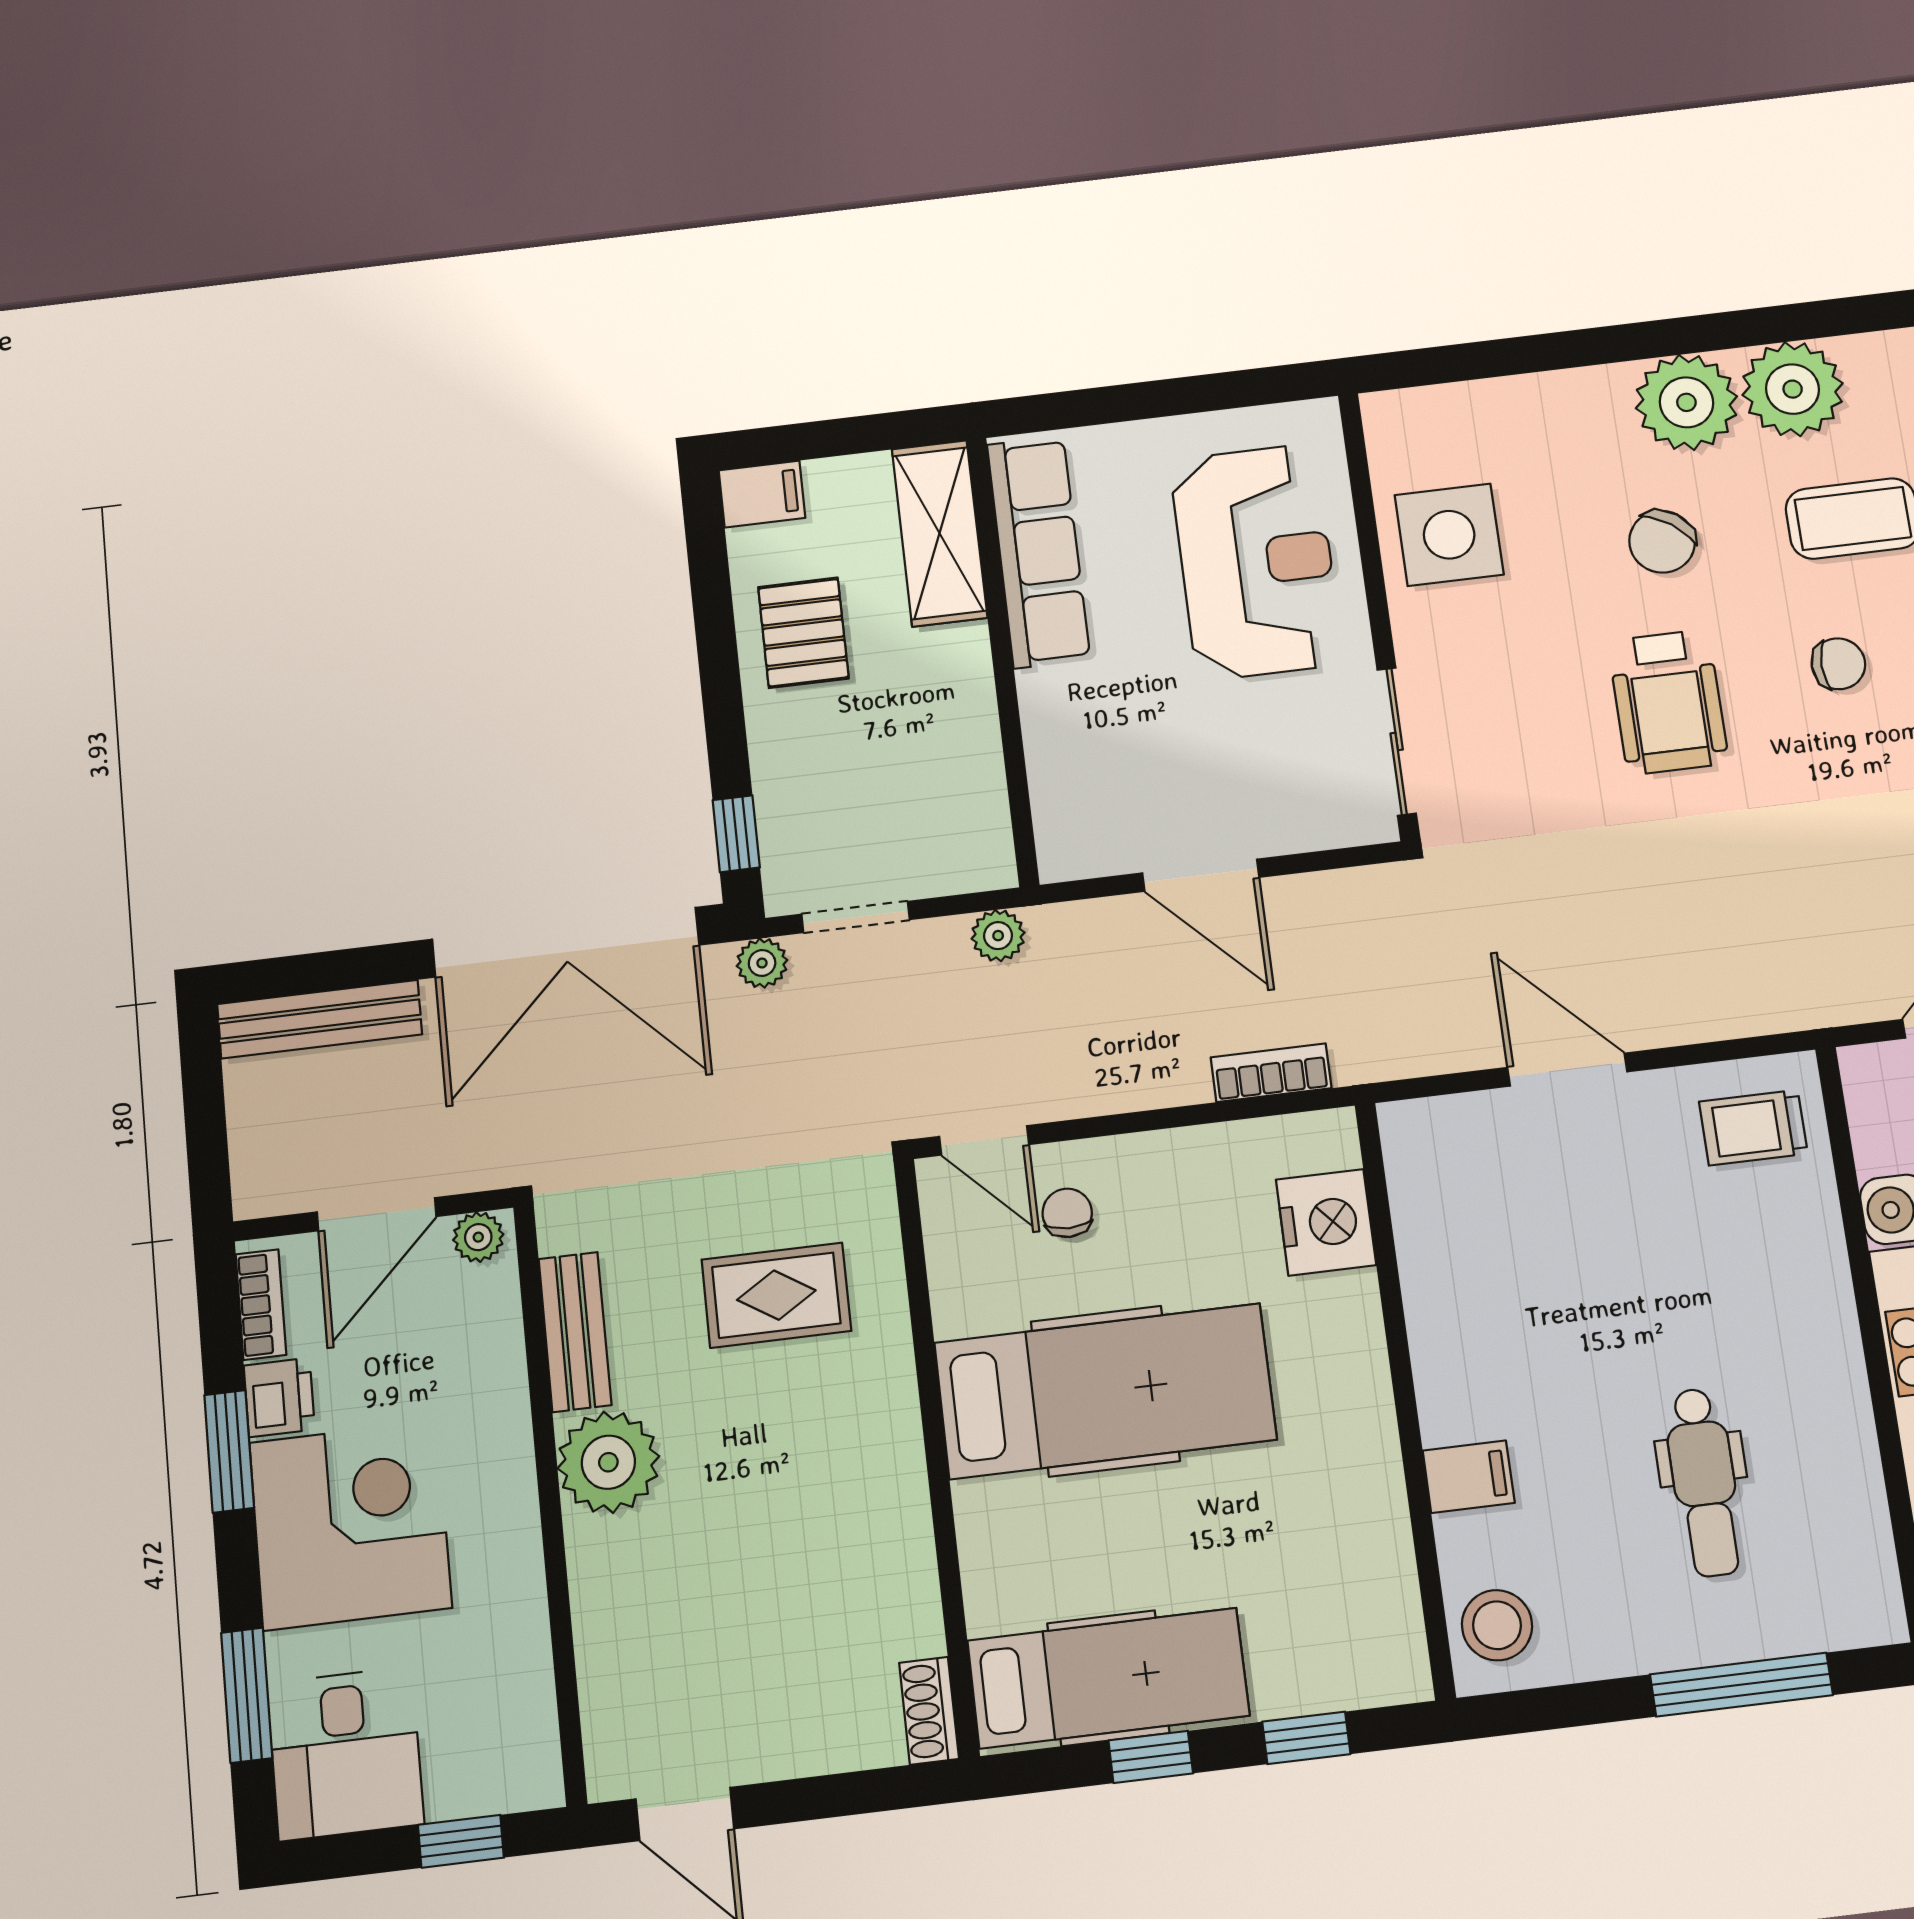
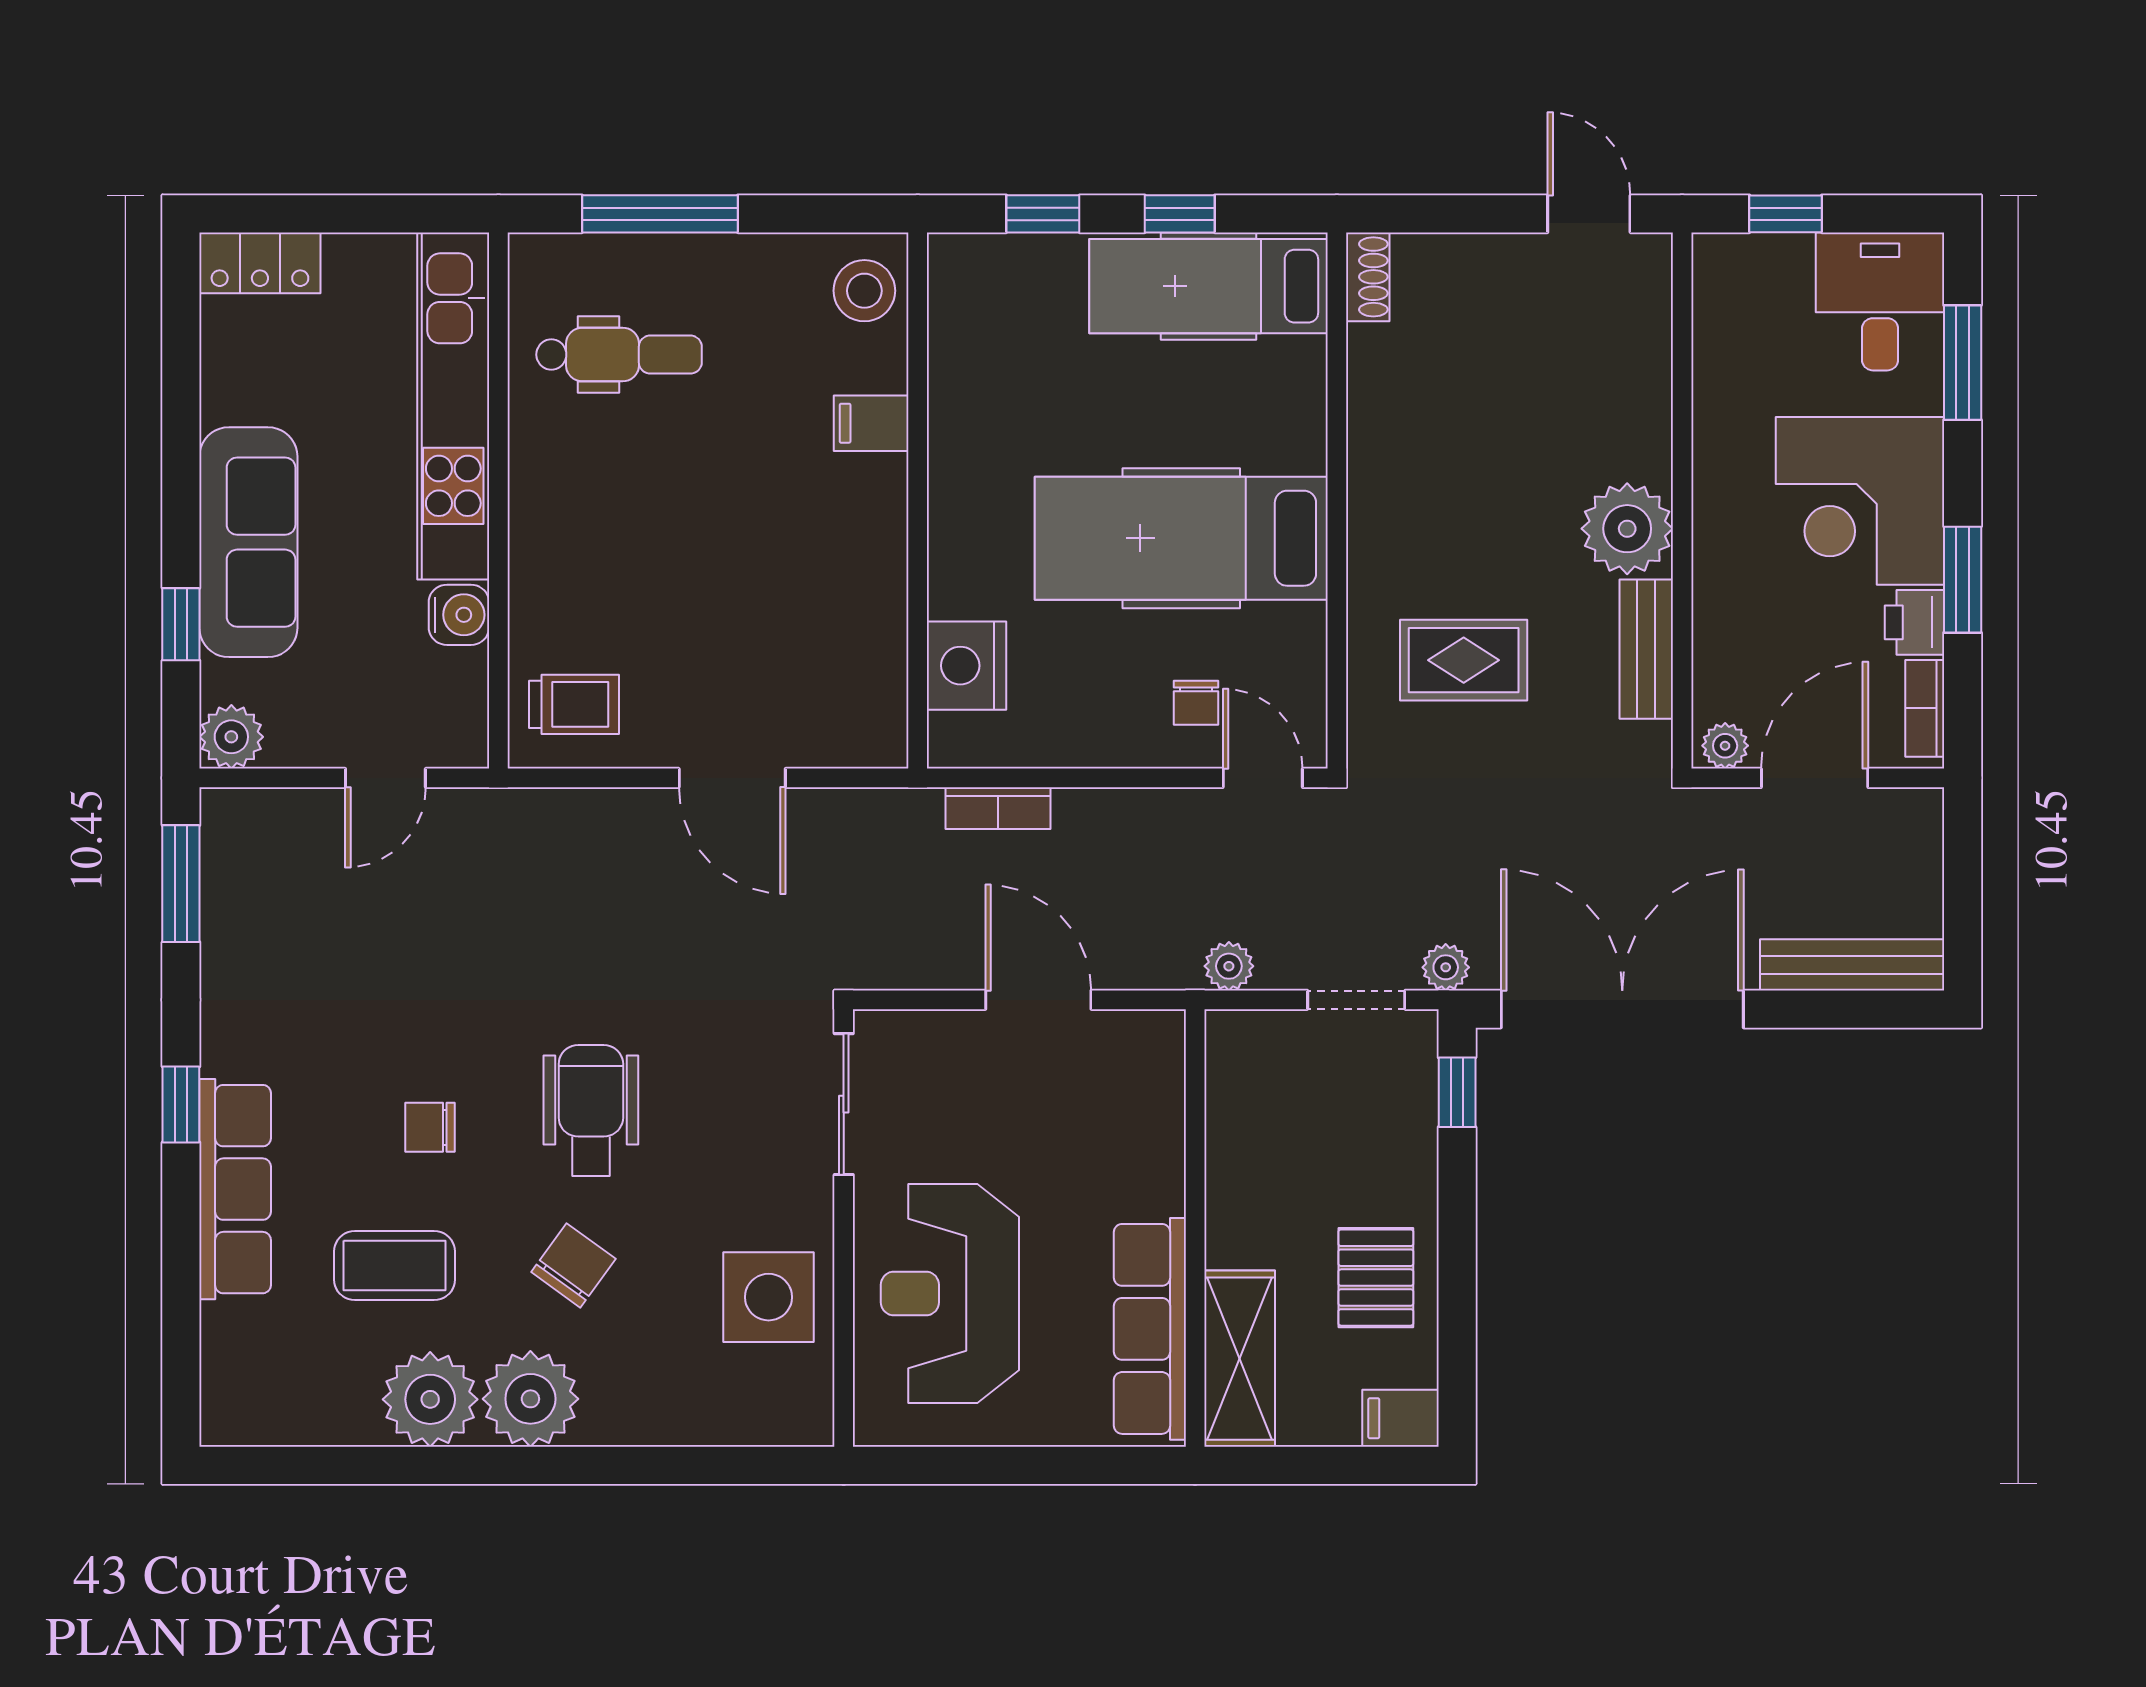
dental chair: (1704, 1482) -> (619, 355), moved, turned 90

